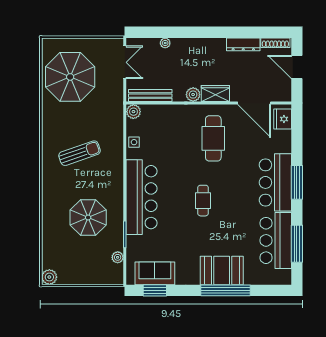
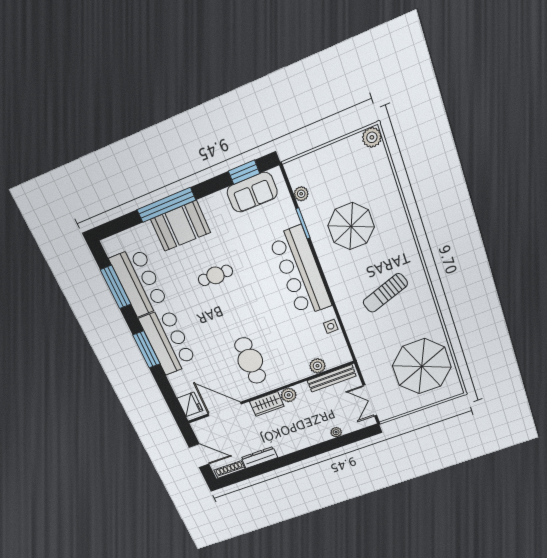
plant: (133, 112) -> (317, 366), moved
cafe table: (203, 201) -> (215, 275), moved, turned 90

